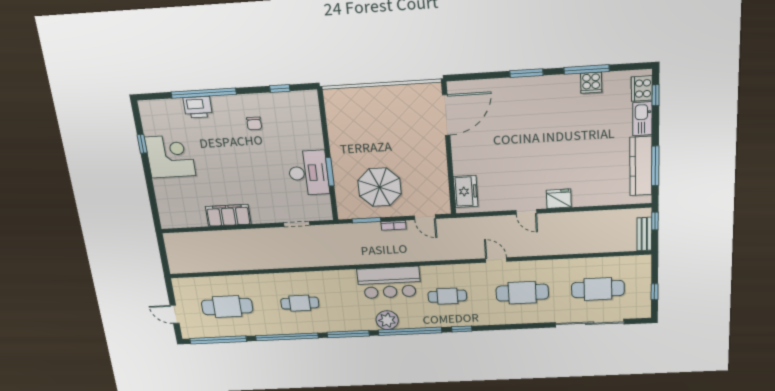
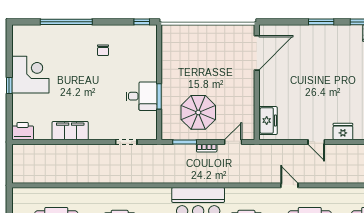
window: (280, 88) -> (142, 22), moved
printer: (198, 107) -> (23, 131), moved, turned 180
window: (142, 144) -> (9, 86), moved
desk: (309, 173) -> (142, 96), width x0.73
door: (425, 217) -> (233, 142), swing flipped

